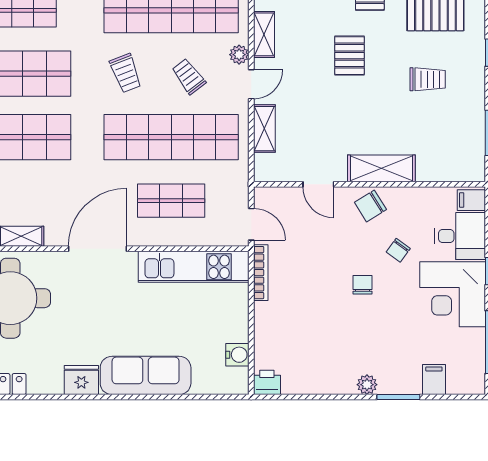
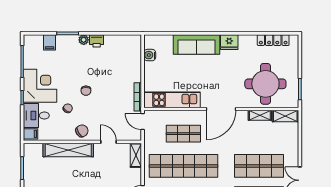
shelving: (264, 129) -> (136, 155), moved
shelving: (381, 168) -> (68, 150), width x1.47
printer: (267, 382) -> (97, 41), moved

